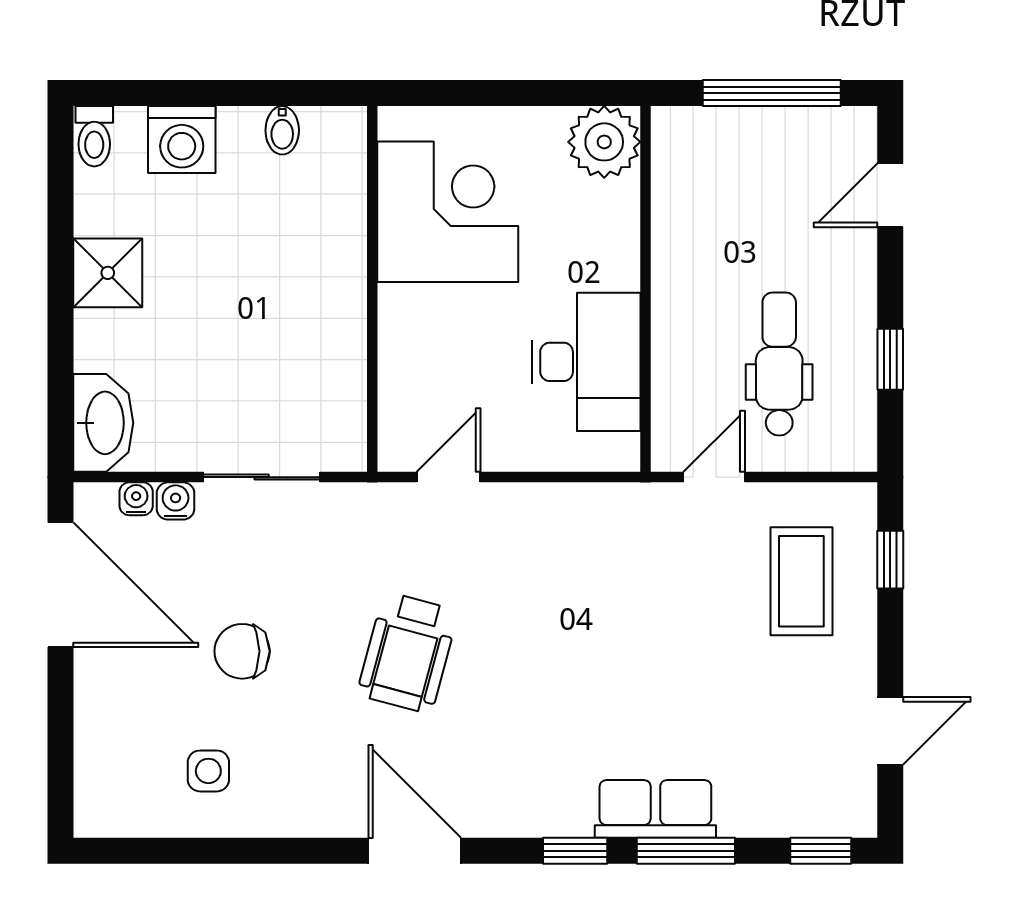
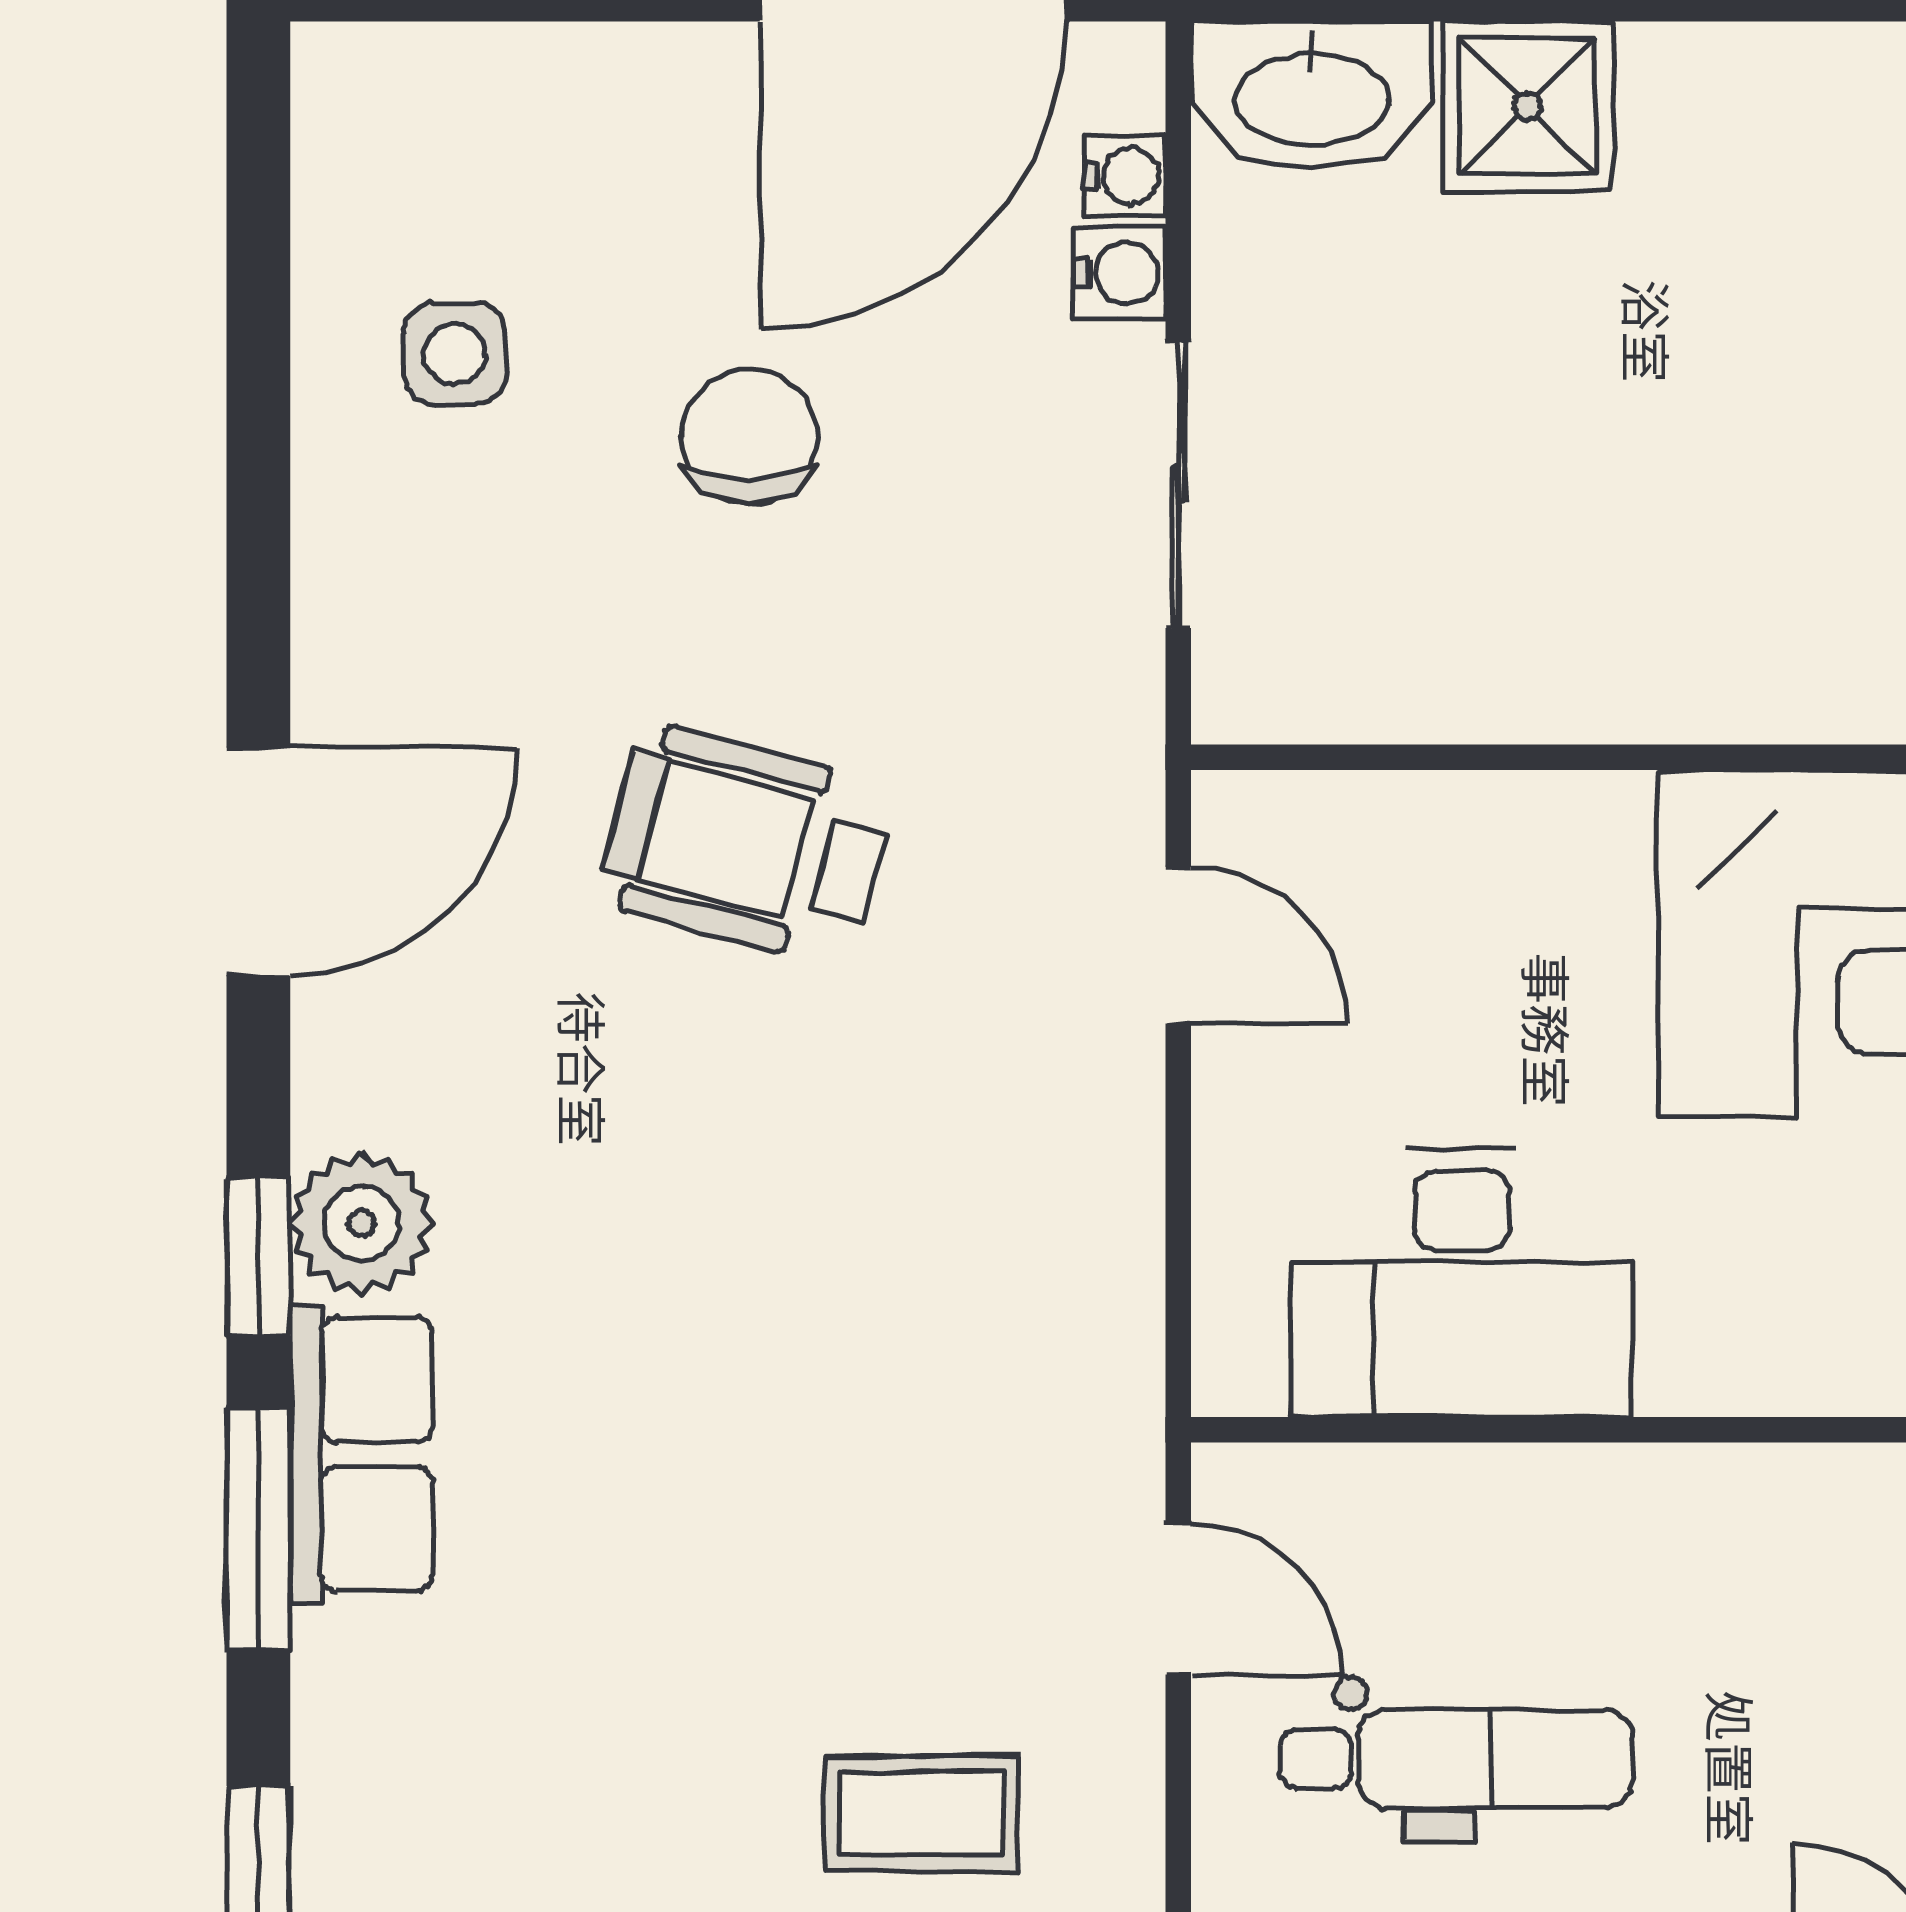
shower: (108, 273) -> (1527, 106), moved
coffee table: (801, 581) -> (922, 1814), width x0.73, depth x0.77
plant: (562, 809) -> (362, 1224), added

